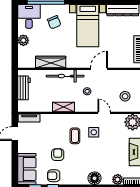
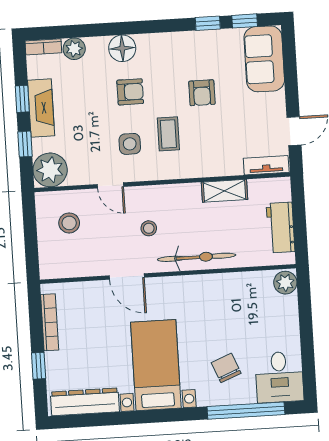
plant: (23, 40) -> (285, 283), moved
wardrobe: (51, 62) -> (229, 285), removed
door: (99, 69) -> (127, 276), hinge flipped
shelving: (64, 107) -> (225, 191), moved
armchair: (54, 176) -> (130, 92), moved

